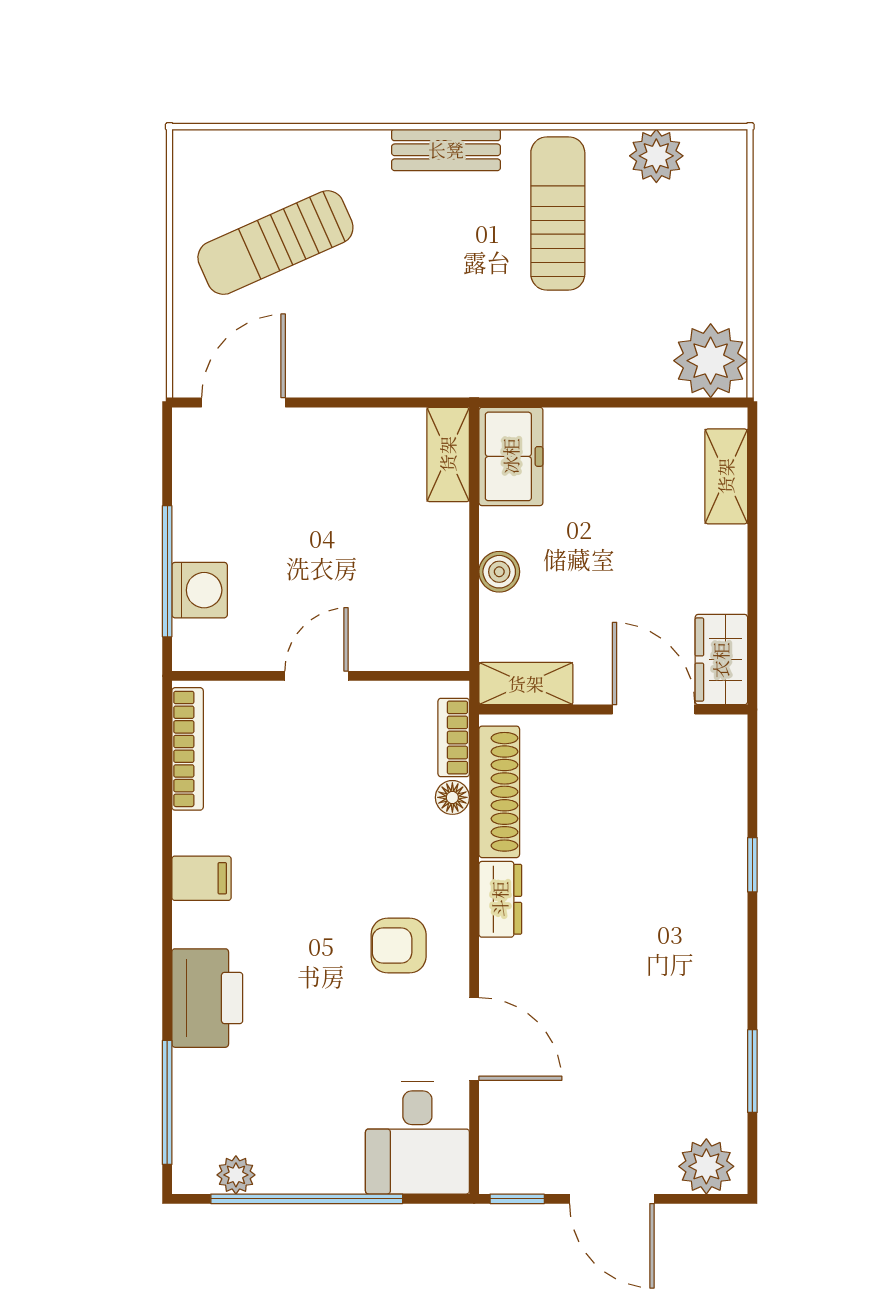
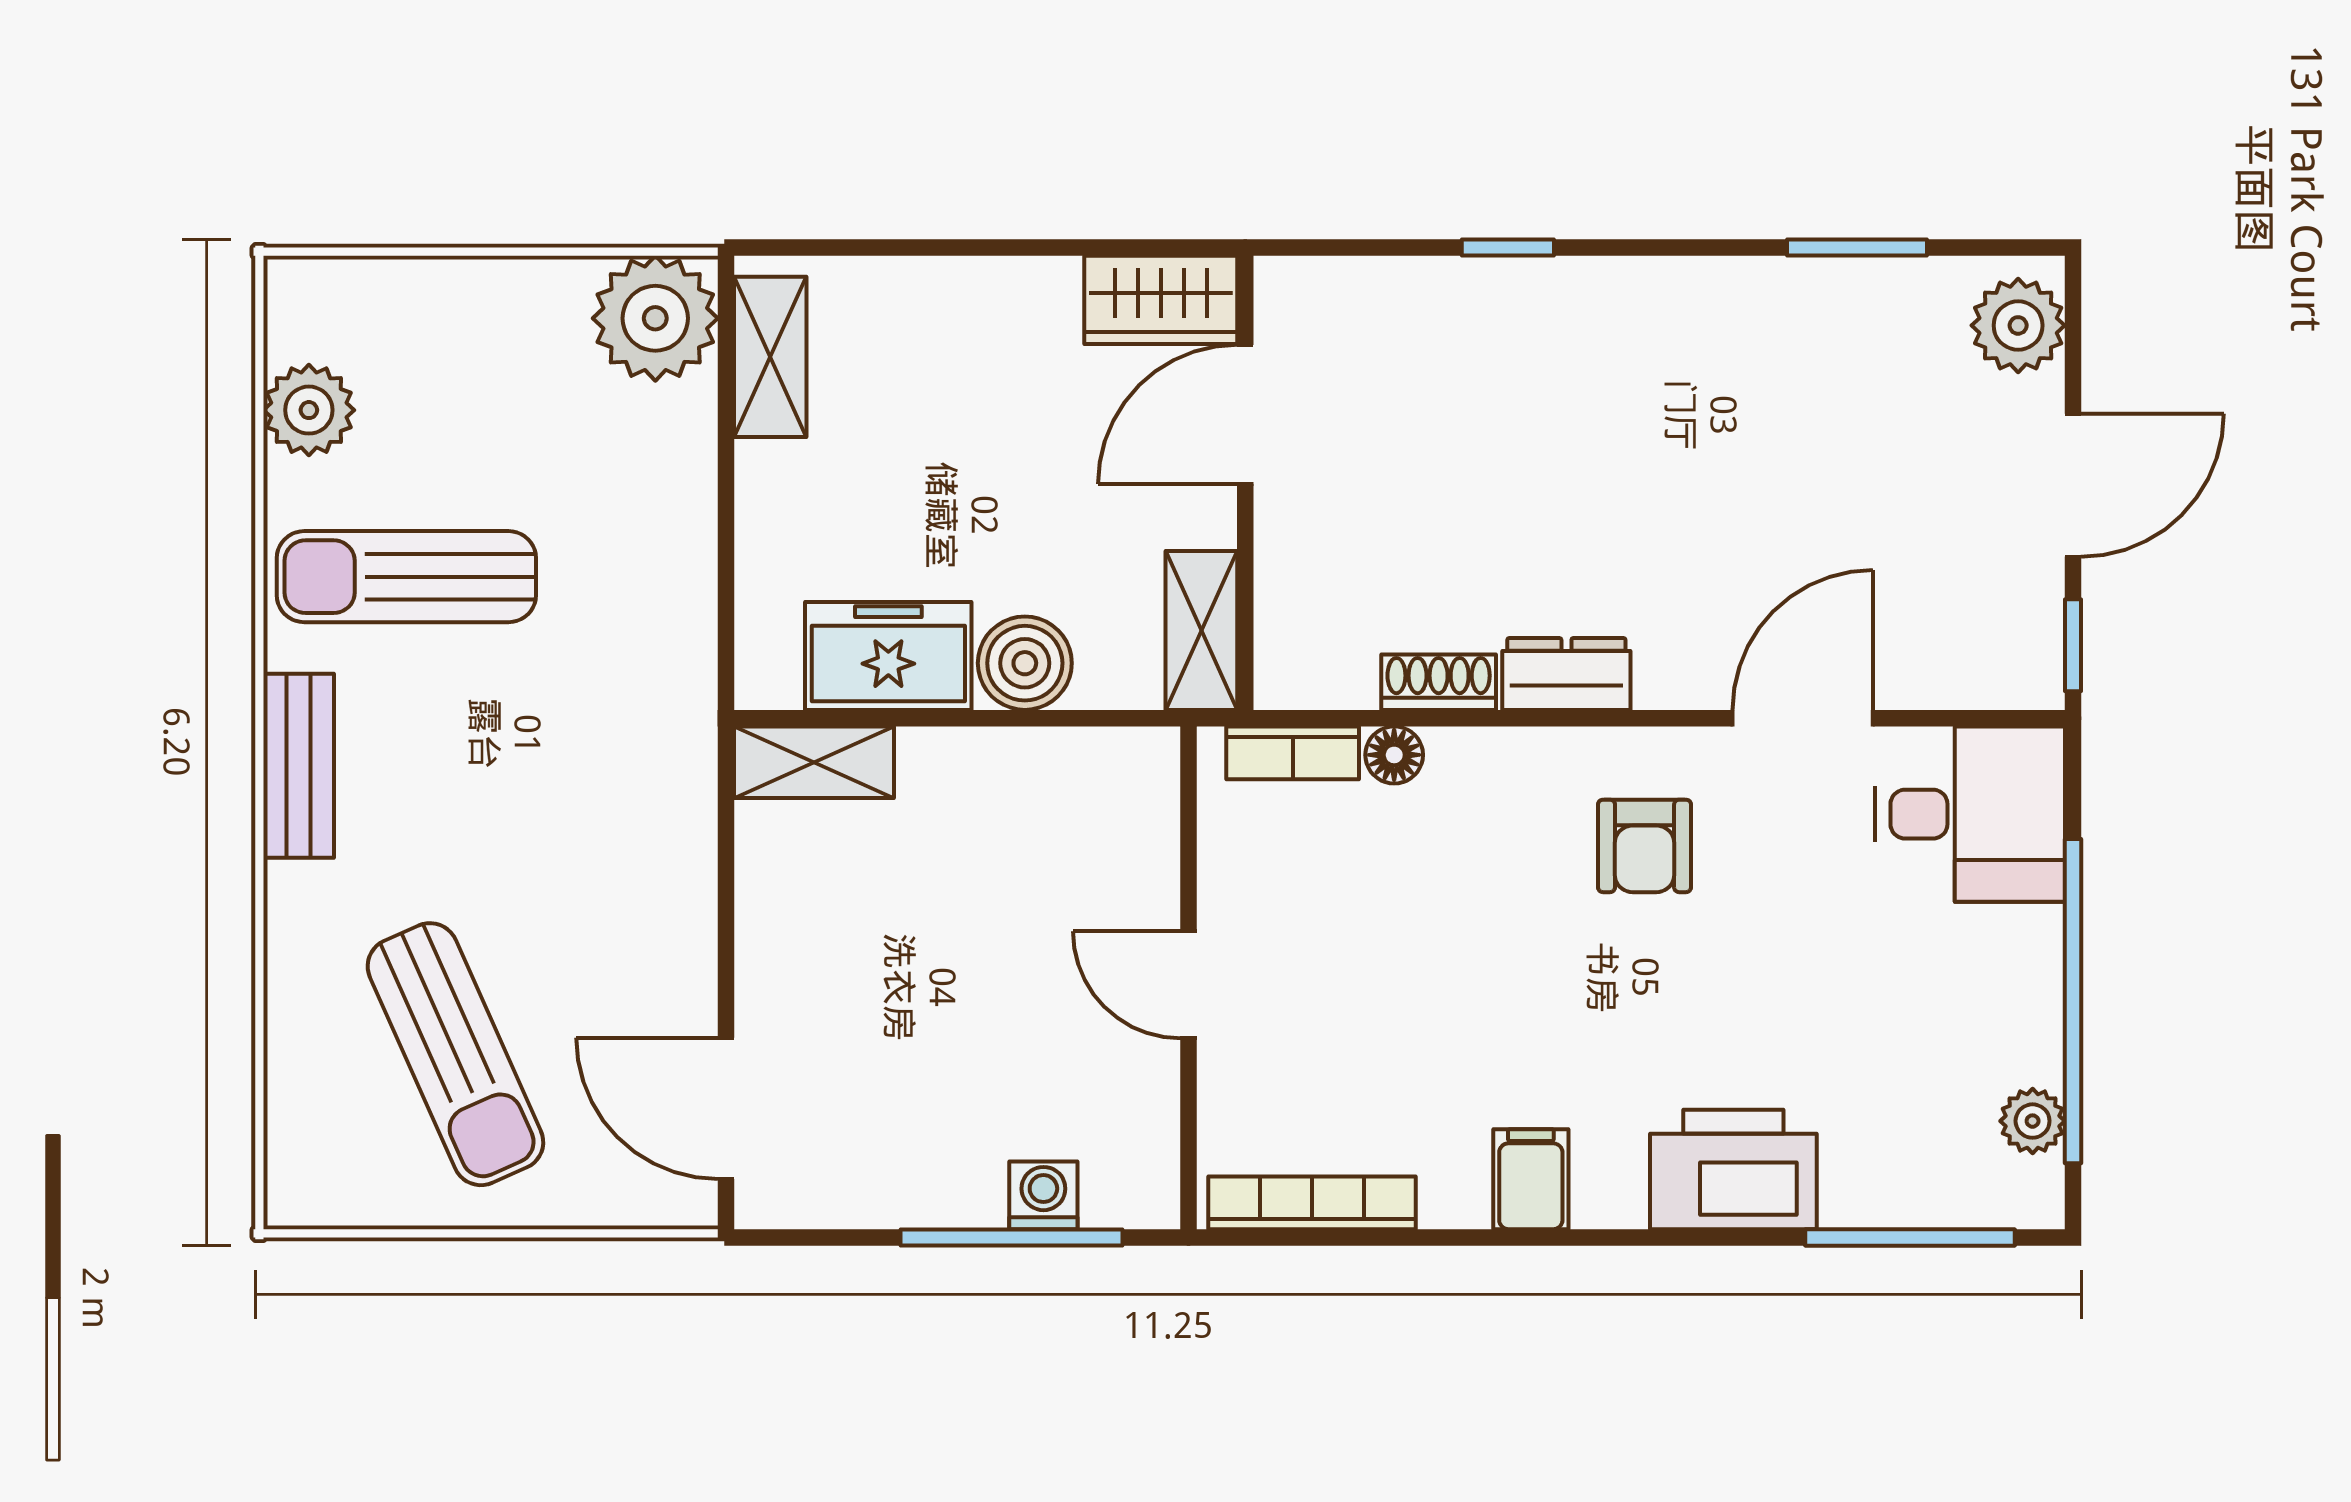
freezer: (511, 456) -> (888, 656), moved
shelving: (726, 476) -> (770, 357), moved, turned 90
boiler: (499, 572) -> (1025, 663), width x1.36, depth x1.36
washing machine: (200, 590) -> (1043, 1195), width x0.73, depth x0.73
shoe rack: (499, 792) -> (1439, 682), width x0.51, depth x0.81

